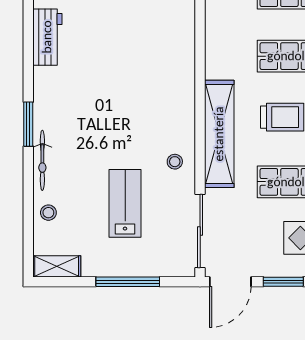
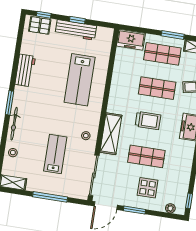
workbench: (47, 37) -> (25, 70), moved
lab bench: (148, 63) -> (80, 80), added
shelving: (219, 134) -> (111, 134), width x0.68

